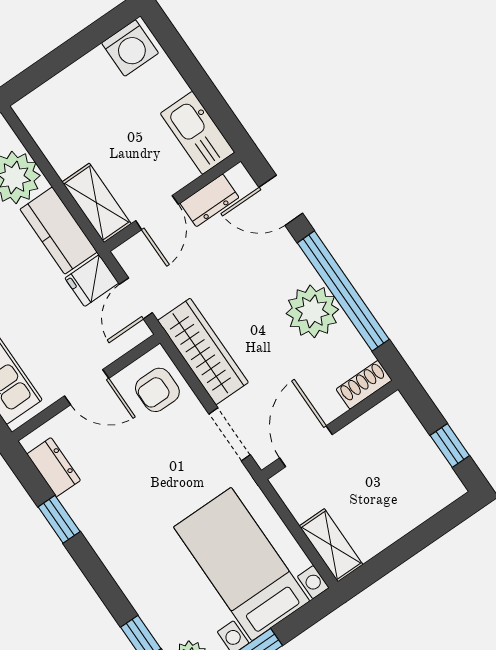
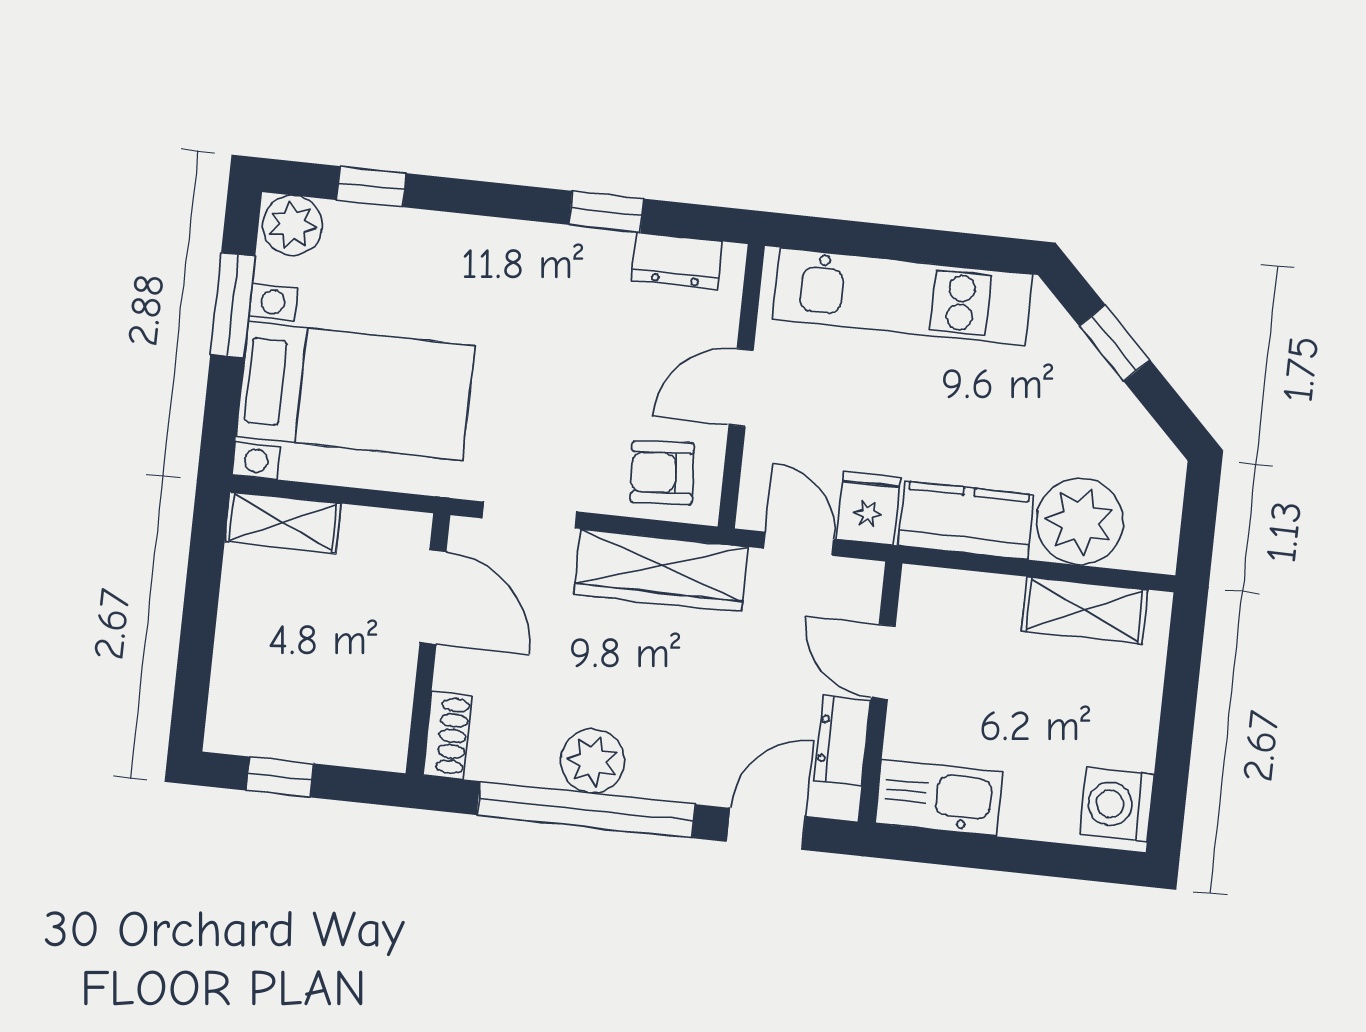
shelving: (97, 203) -> (1085, 610), moved
plant: (312, 311) -> (593, 761), width x0.73, depth x0.73
armchair: (157, 390) -> (662, 473), turned -94

